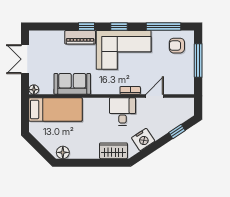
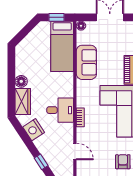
door: (155, 96) -> (75, 151), moved
window: (25, 115) -> (57, 17), added
floor lamp: (63, 152) -> (21, 81), moved

